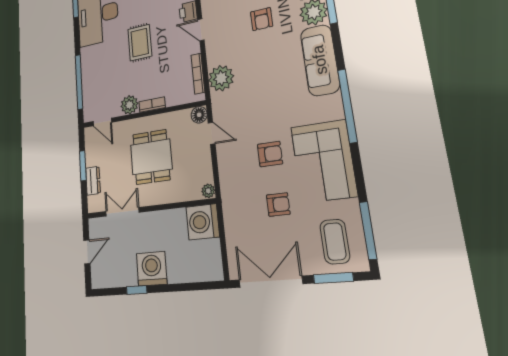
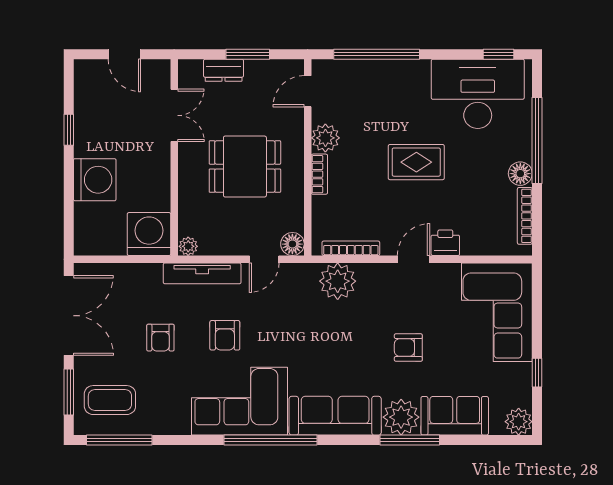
corner sofa: (324, 161) -> (240, 401), moved
tv unit: (226, 178) -> (202, 273), added
washing machine: (152, 269) -> (95, 180), moved

